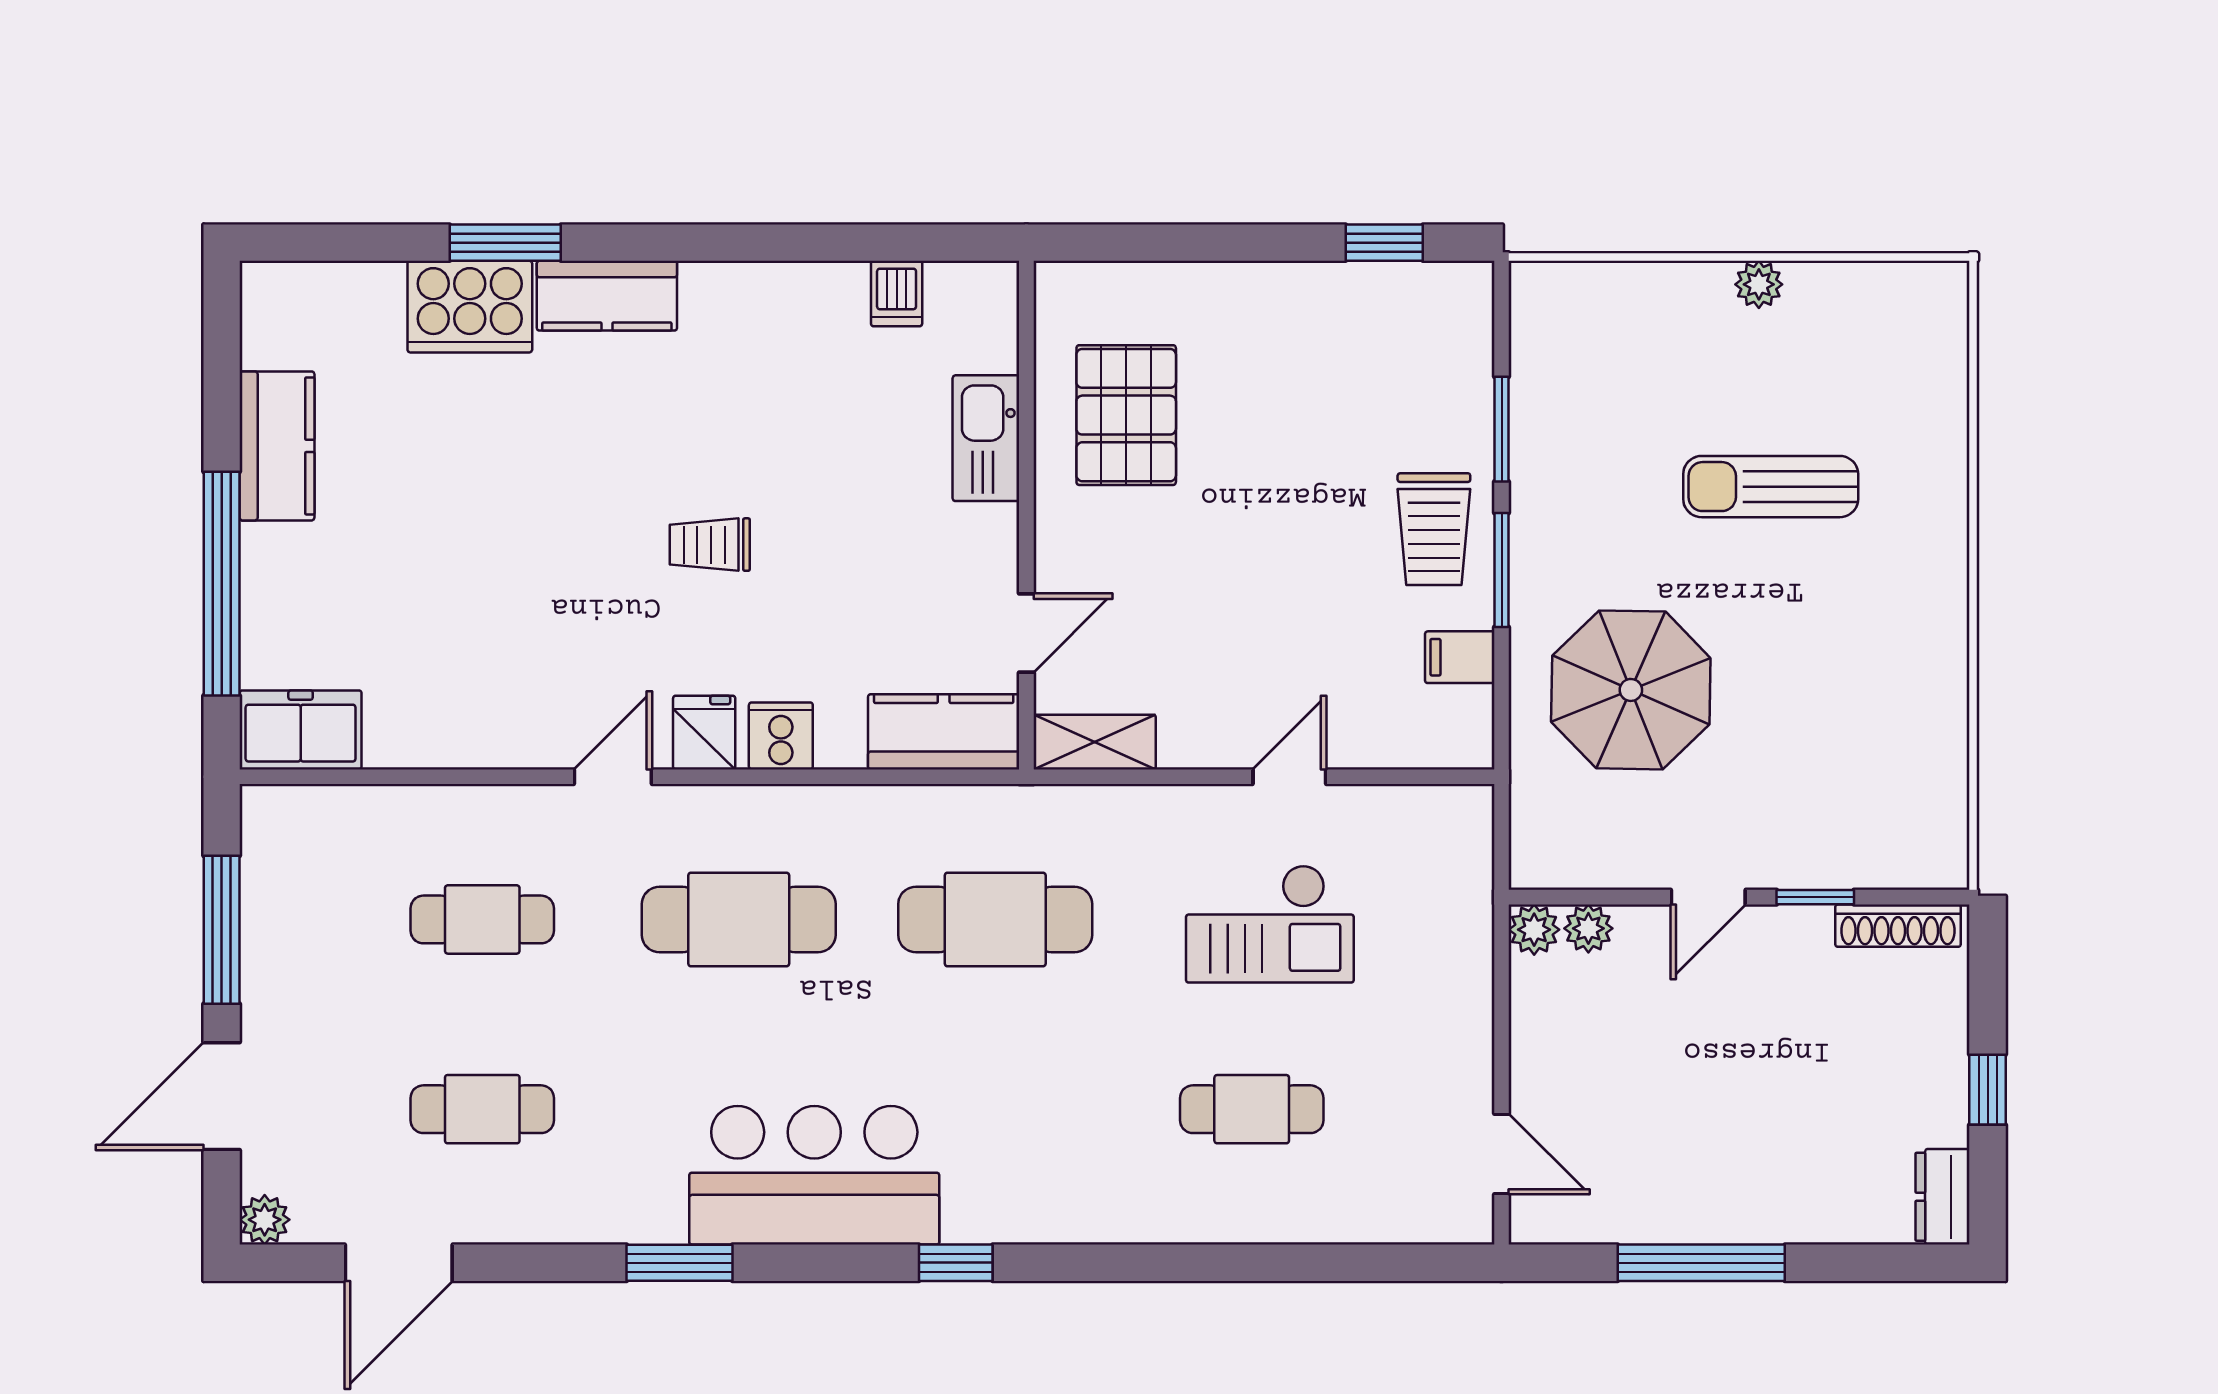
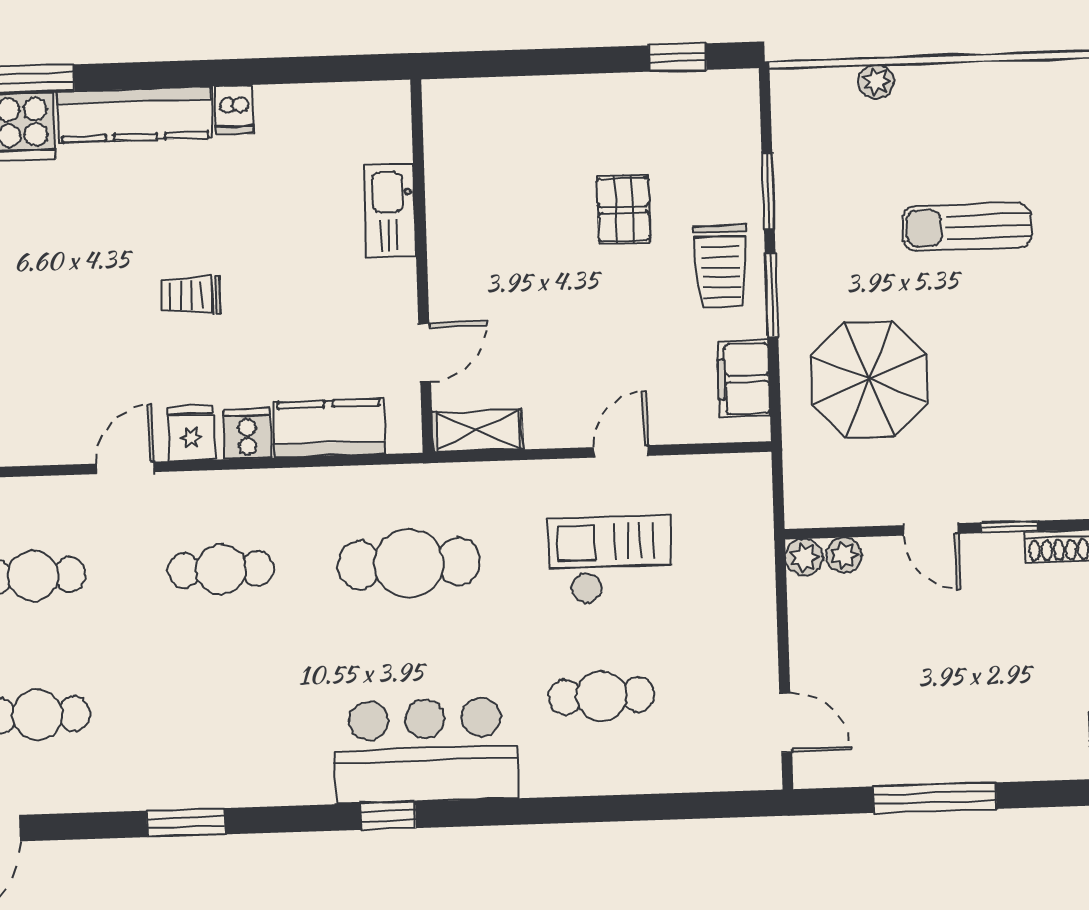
plant: (1759, 284) -> (876, 82), moved
dishwasher: (897, 294) -> (234, 110), moved
kitchen counter: (607, 296) -> (135, 114), width x1.50
pallet: (1126, 415) -> (624, 209), moved, width x0.67, depth x0.71
filing cabinet: (1460, 657) -> (744, 379), width x2.00
kitchen counter: (944, 732) -> (329, 428), moved
door: (1708, 897) -> (931, 529), hinge flipped
cafe table: (739, 919) -> (221, 569), width x0.73, depth x0.74
checkout: (1270, 924) -> (610, 560), turned 180
bar counter: (814, 1175) -> (426, 750), moved

